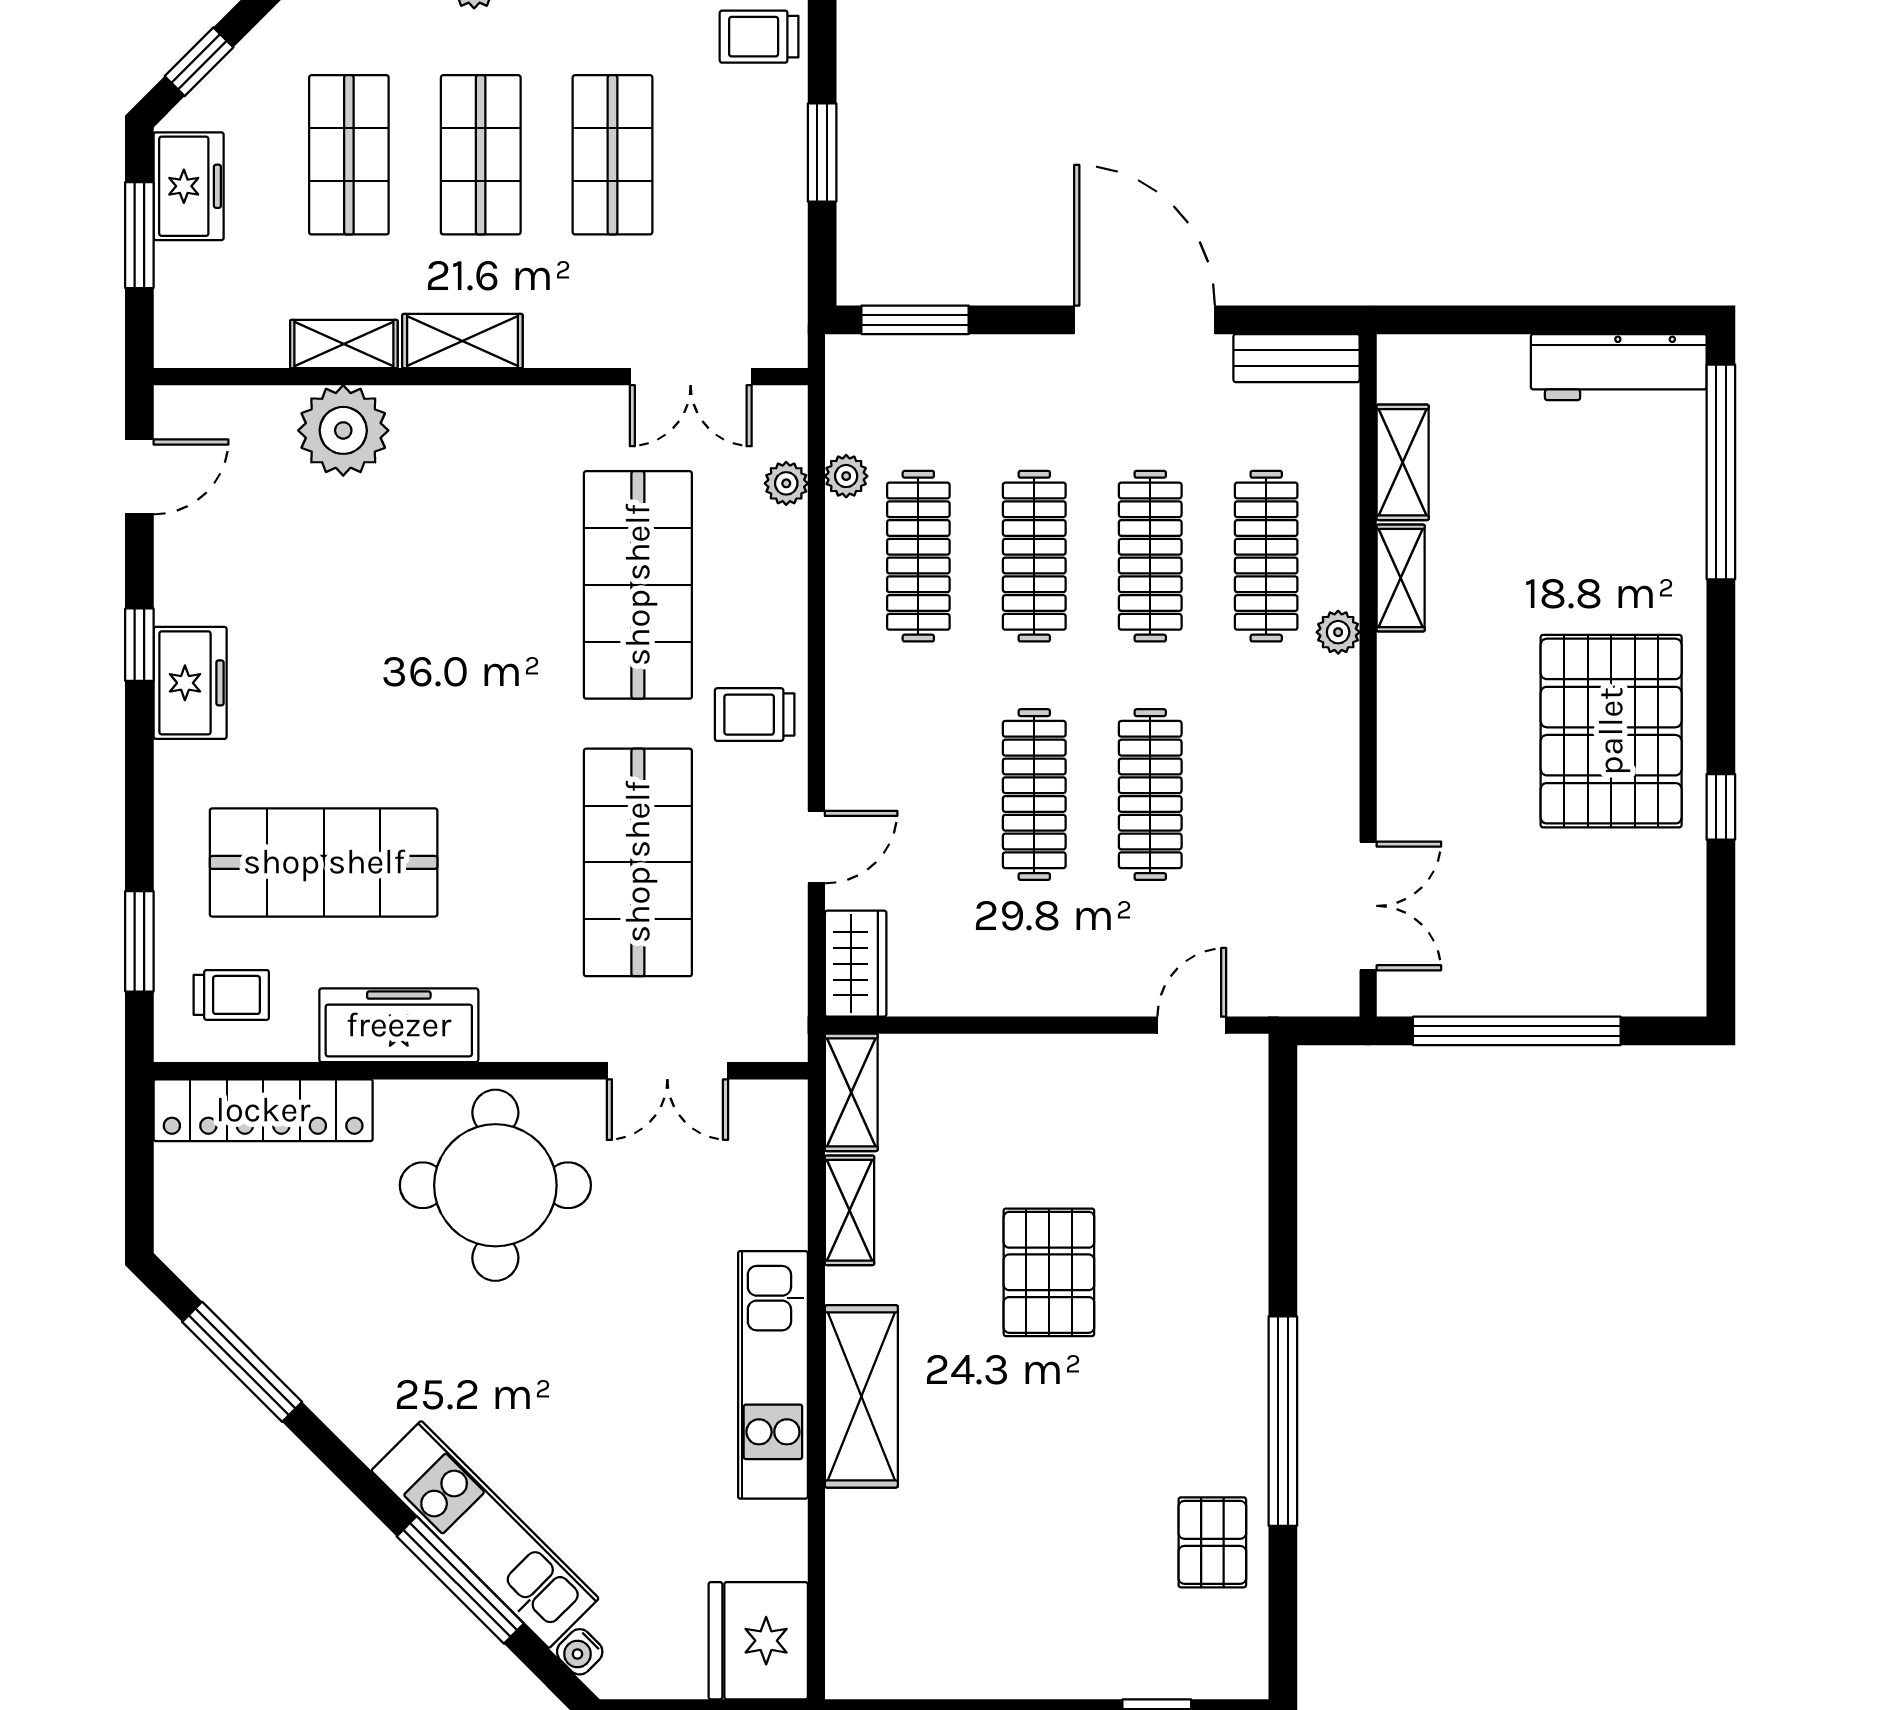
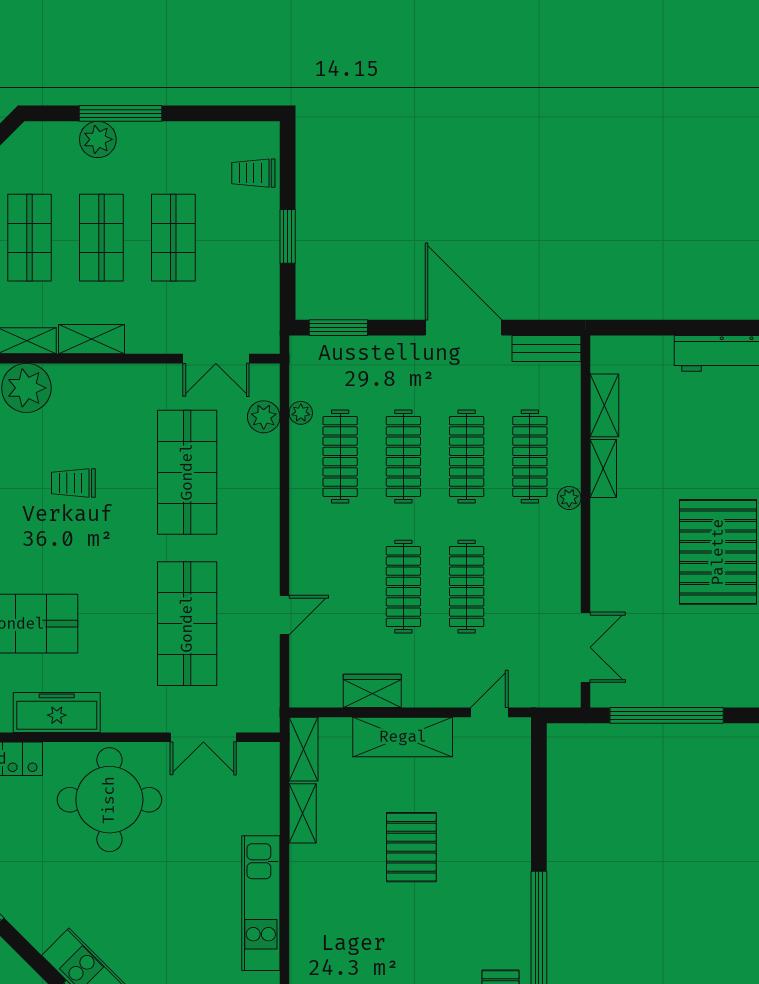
plant: (786, 483) -> (264, 417), width x1.38, depth x1.38
trolley: (755, 715) -> (73, 483), moved
wardrobe: (856, 964) -> (372, 691), moved, turned -90
shelving: (861, 1396) -> (403, 737), moved, turned 90

